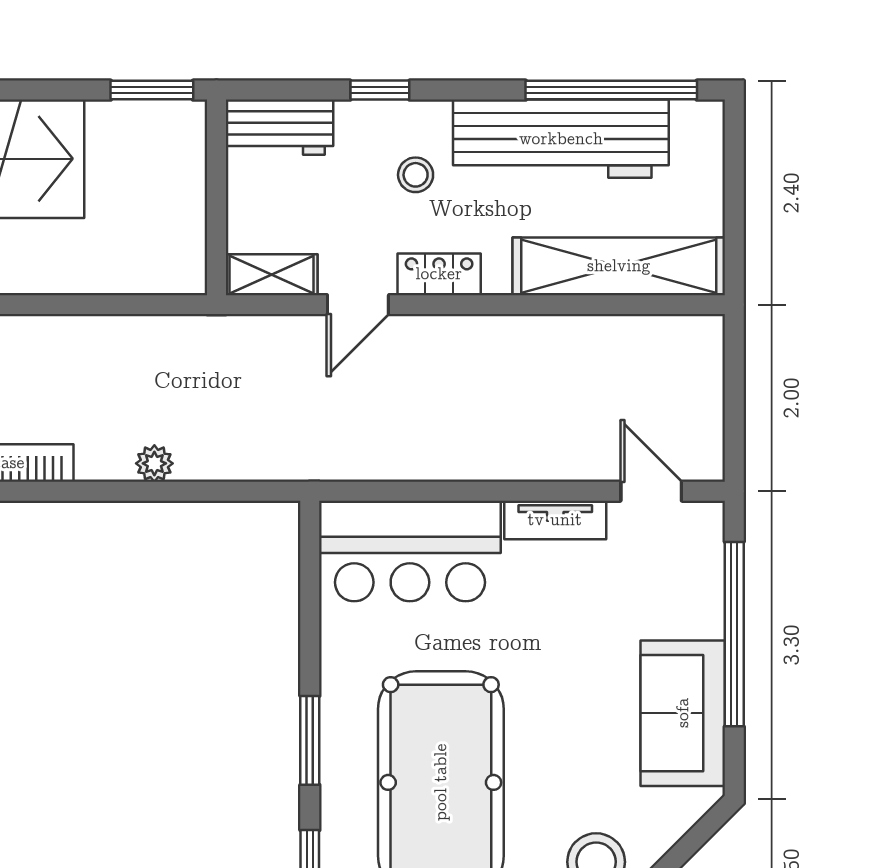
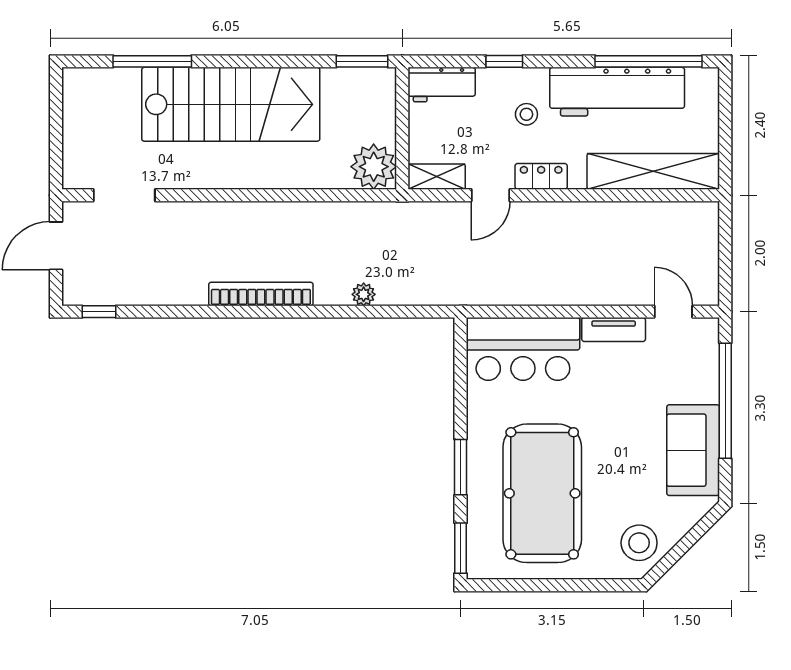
plant: (171, 259) -> (374, 167), added

